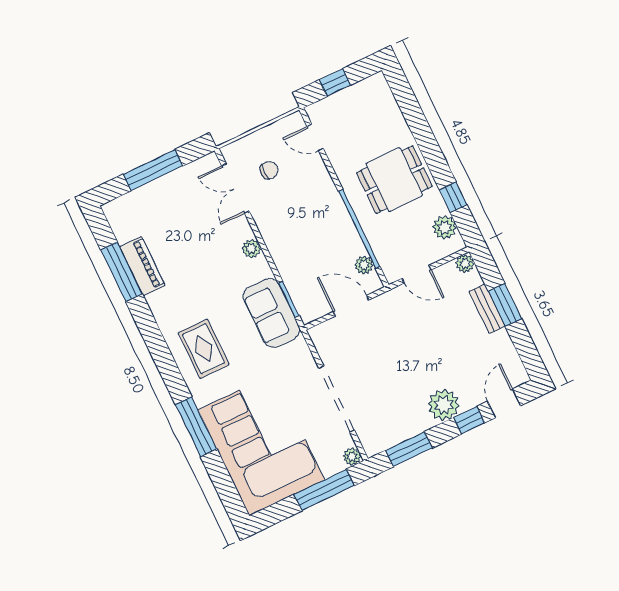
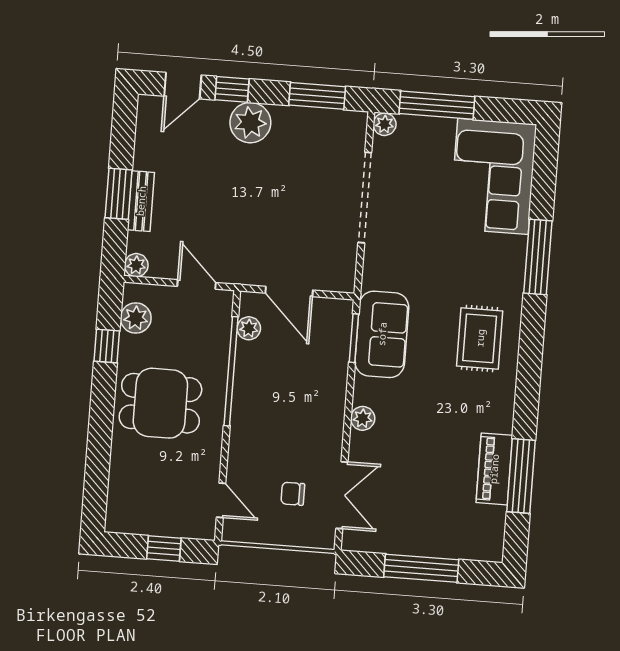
corner sofa: (261, 445) -> (493, 176), width x0.73, depth x0.74

